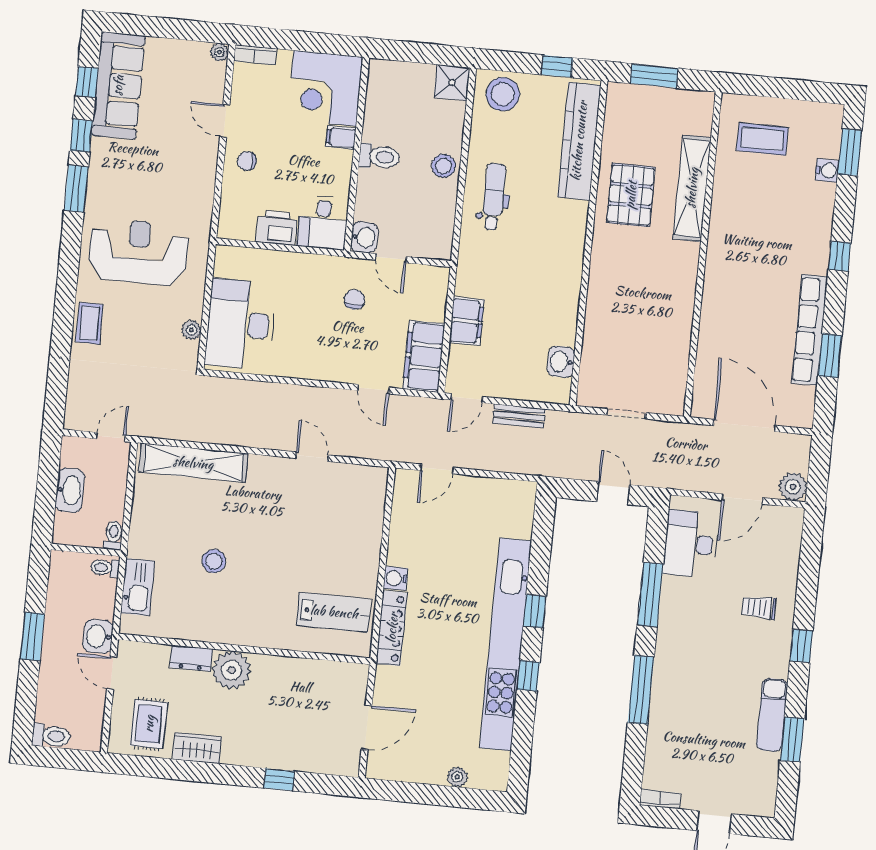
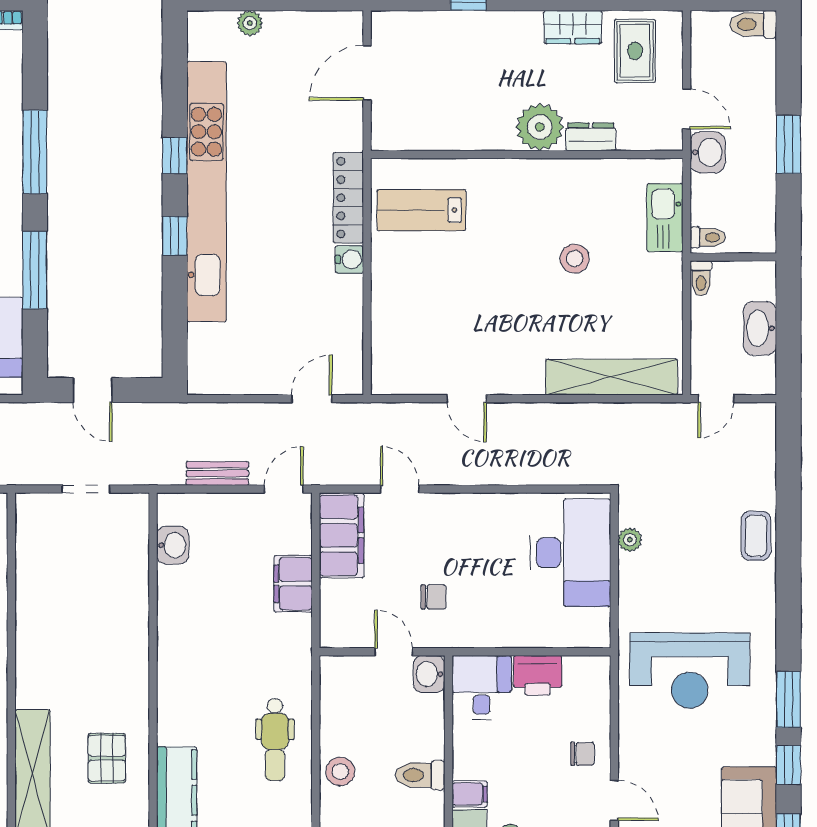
pallet: (631, 195) -> (107, 758), width x0.67, depth x0.71
reception desk: (138, 252) -> (690, 671), moved
chair: (354, 299) -> (434, 597), turned -90

